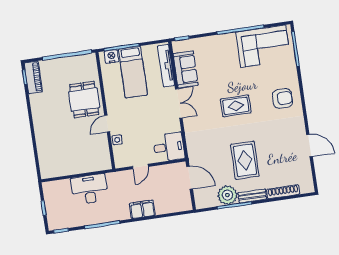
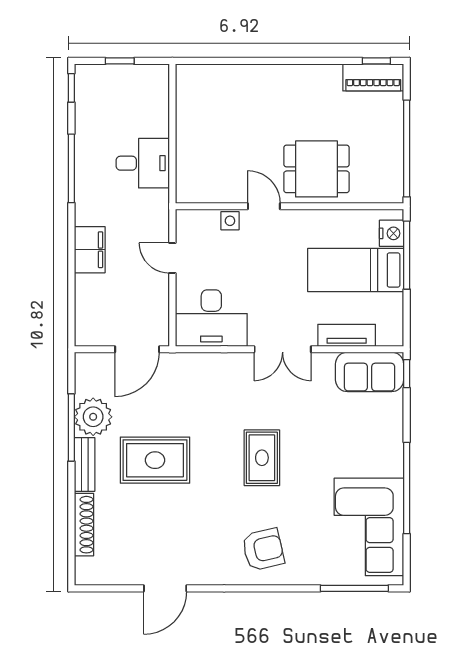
tv unit: (166, 66) -> (347, 335), width x0.71
sofa: (186, 69) -> (370, 372), moved
armchair: (282, 98) -> (263, 549), turned -103
desk: (169, 147) -> (211, 318), width x1.37
desk: (90, 189) -> (143, 163), width x0.73

